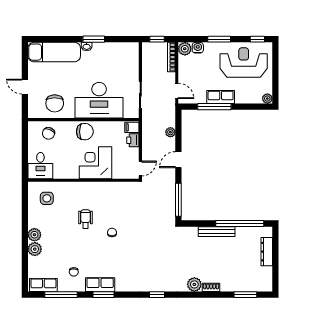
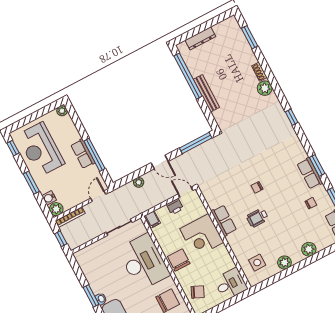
printer: (133, 140) -> (175, 206), moved
row of seats: (98, 189) -> (224, 221), added
plant: (34, 235) -> (284, 262), moved

